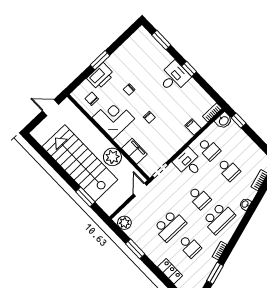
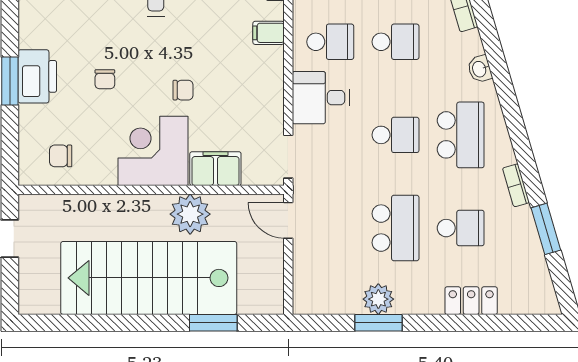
printer: (100, 76) -> (37, 76), moved
corner desk: (113, 118) -> (153, 151), moved
plant: (124, 223) -> (378, 299), moved

